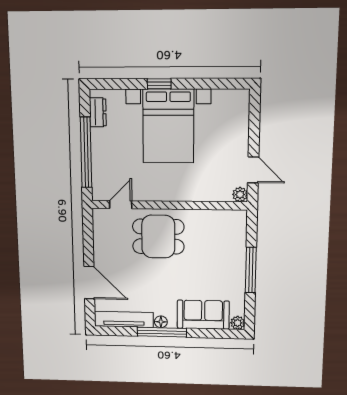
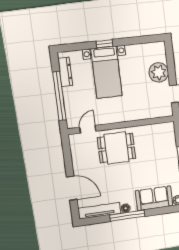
dresser: (98, 112) -> (65, 72), width x1.44
bed with nightstands: (168, 126) -> (107, 72), width x0.73
plant: (240, 195) -> (159, 72), moved, width x1.88, depth x1.88

